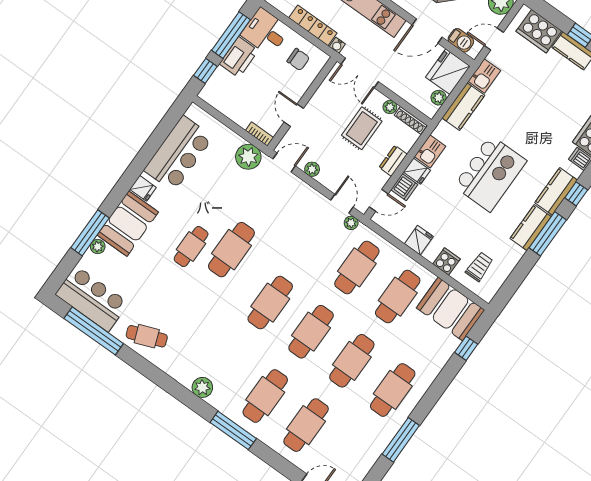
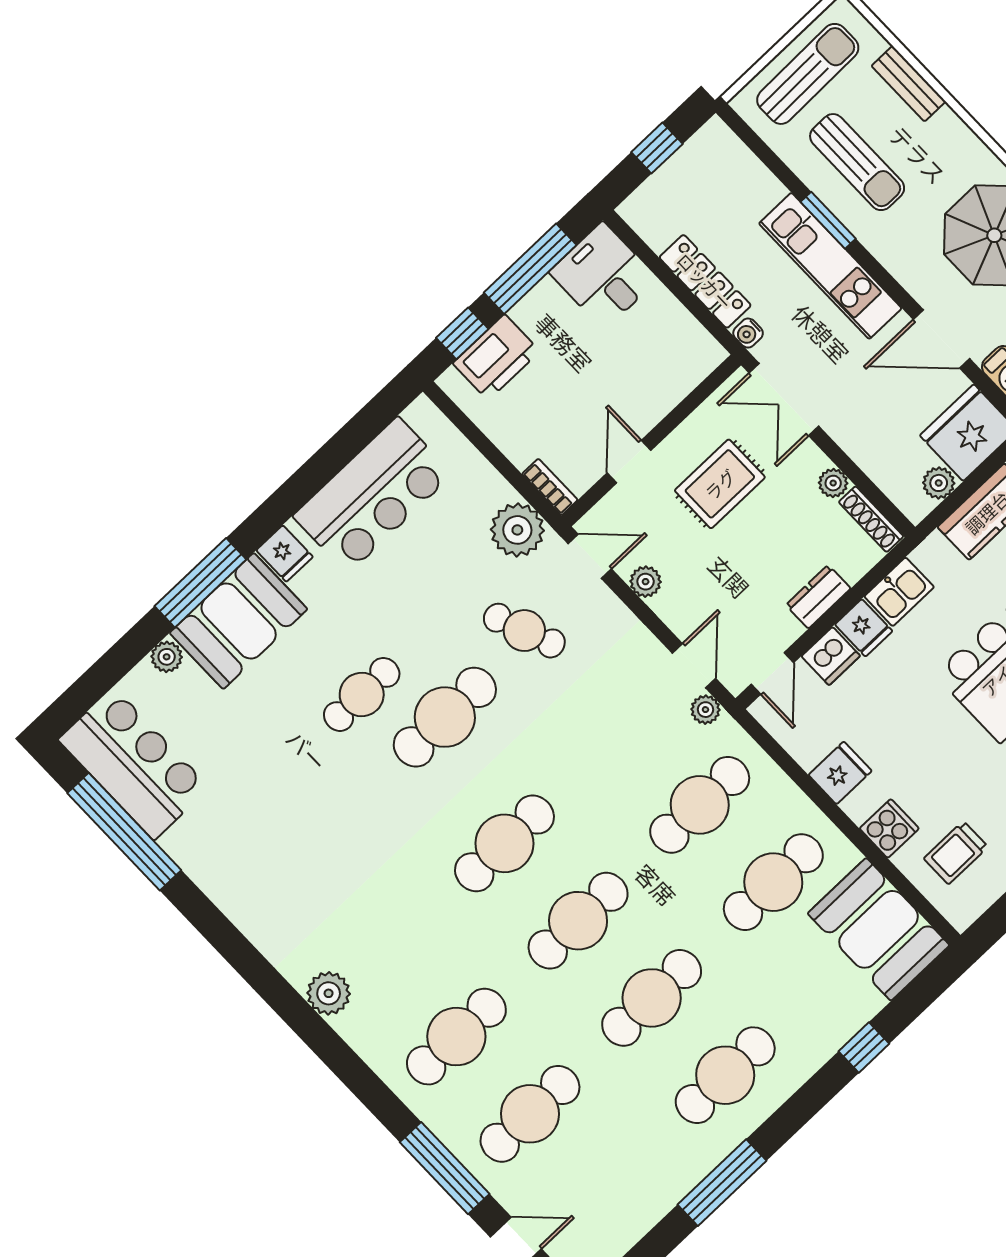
printer: (239, 57) -> (496, 357), moved
chair: (298, 59) -> (661, 347), removed
rug: (362, 128) -> (720, 484), moved
door: (379, 200) -> (772, 673), hinge flipped
window: (90, 233) -> (200, 583), moved
trolley: (479, 267) -> (956, 853), turned 180
cafe table: (147, 336) -> (524, 631), moved
window: (466, 348) -> (864, 1048), moved
window: (233, 430) -> (445, 1168), moved

